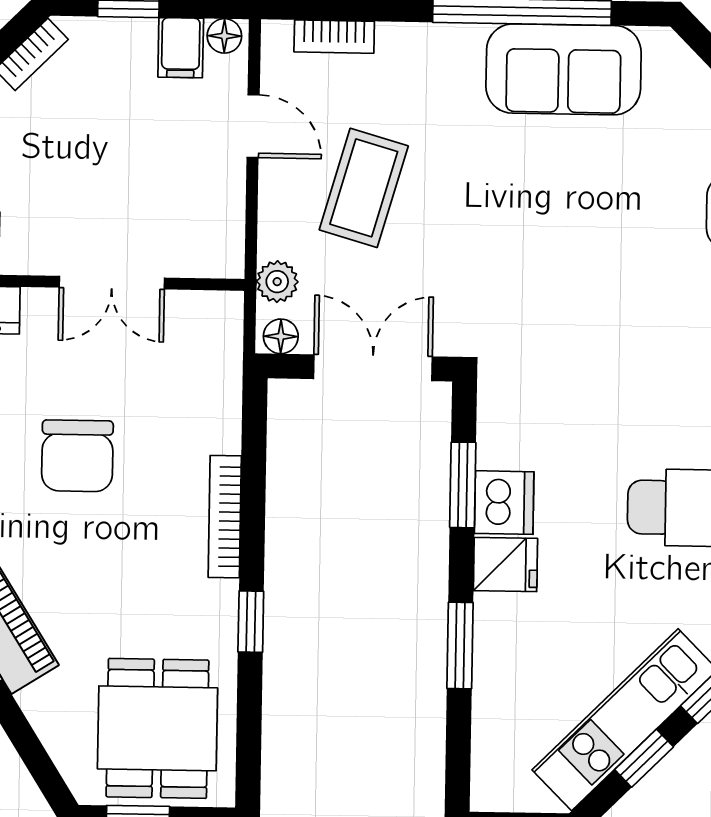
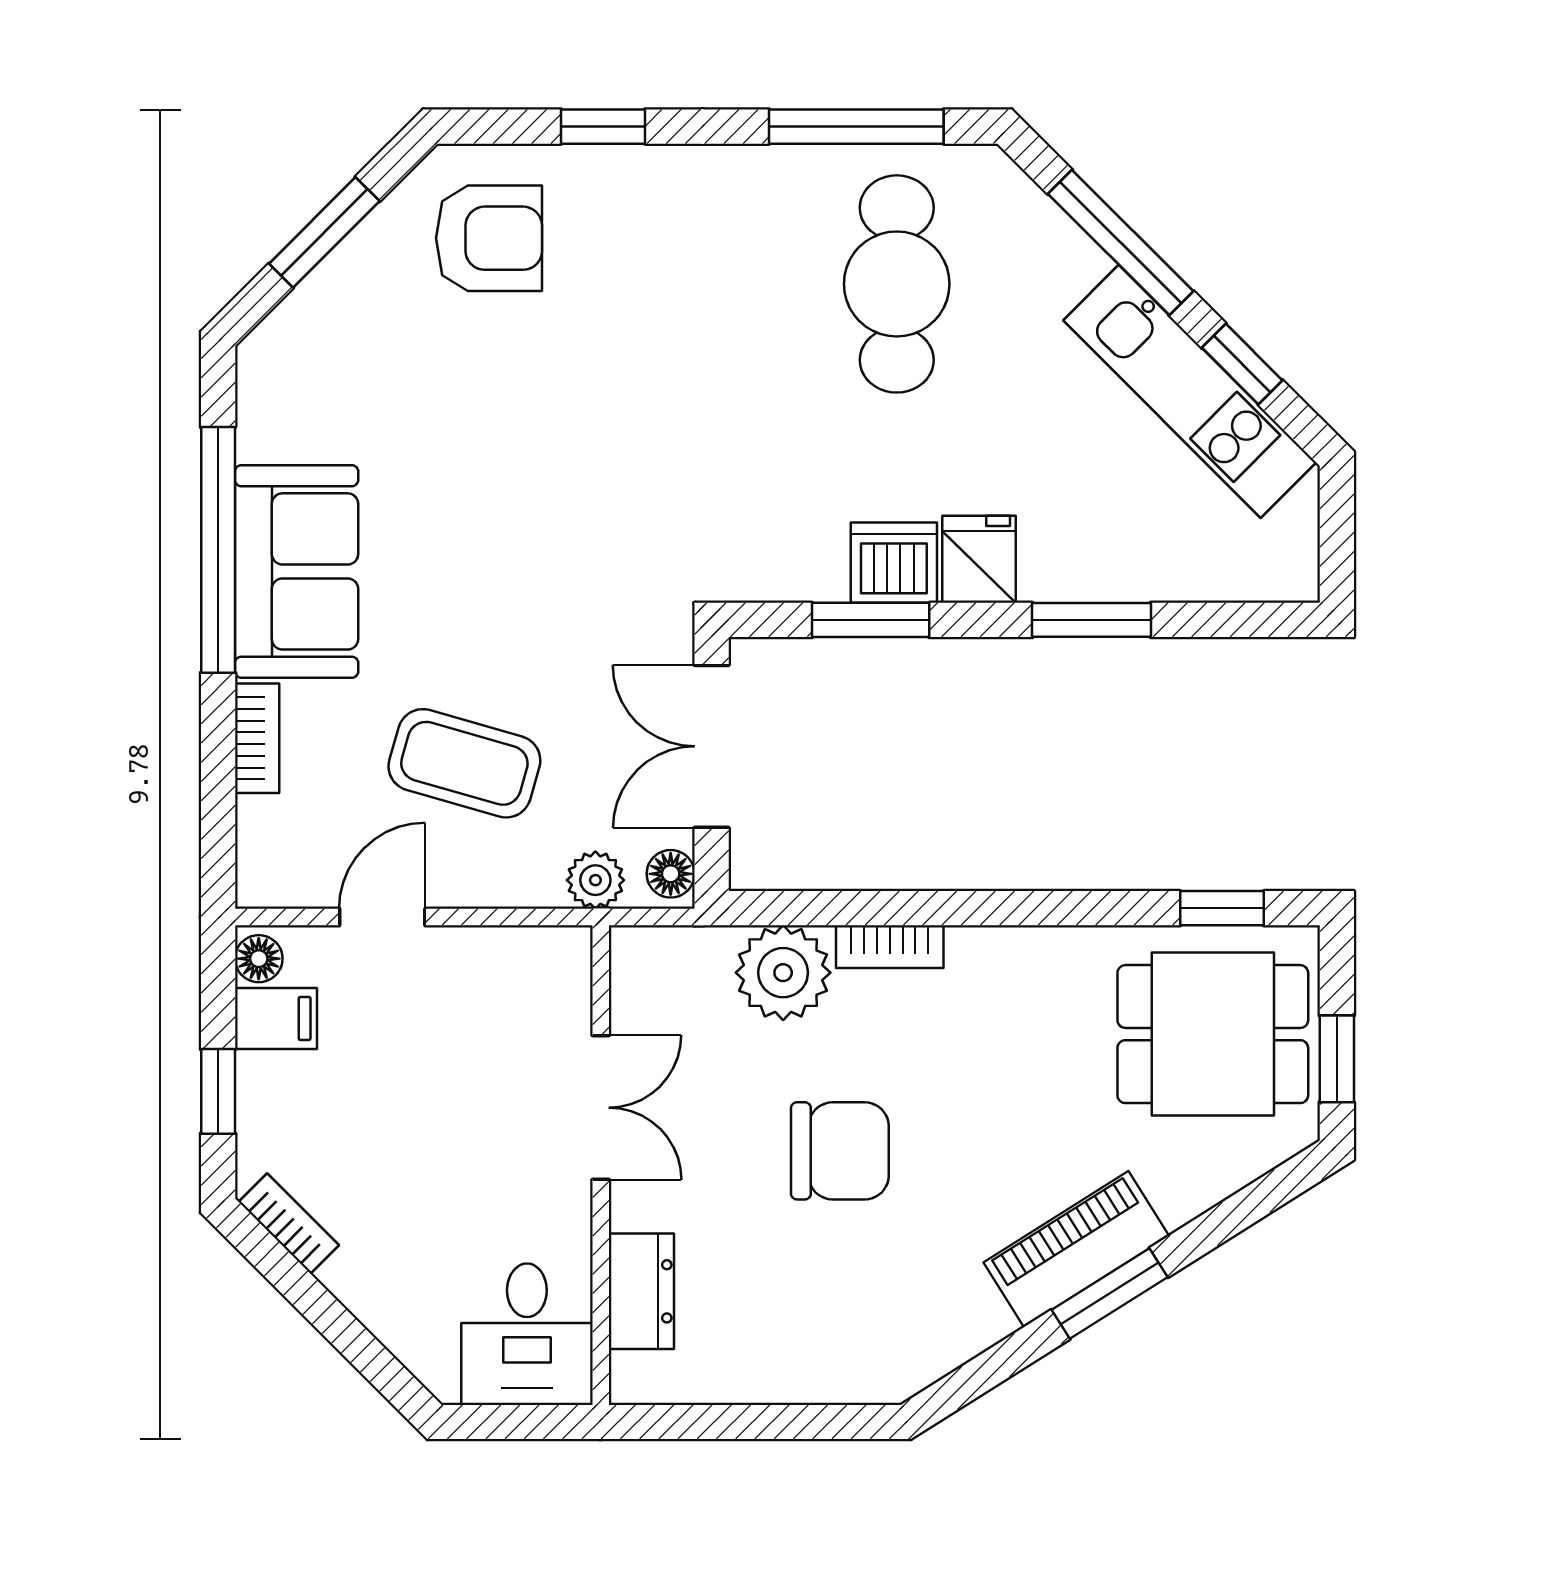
bookcase: (334, 37) -> (257, 738), moved
sofa: (564, 69) -> (297, 571), moved
plant: (208, 417) -> (783, 973), added
bookcase: (225, 517) -> (890, 947), width x0.64
window: (251, 622) -> (1222, 908), moved

